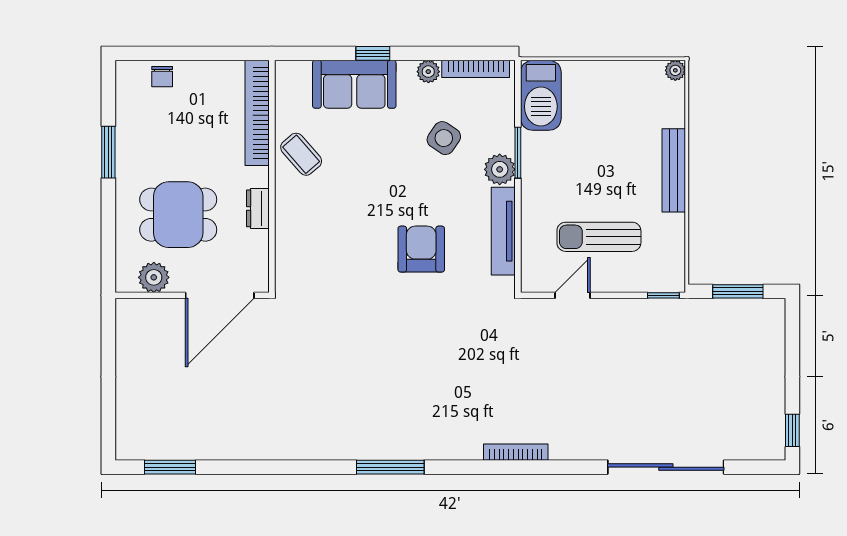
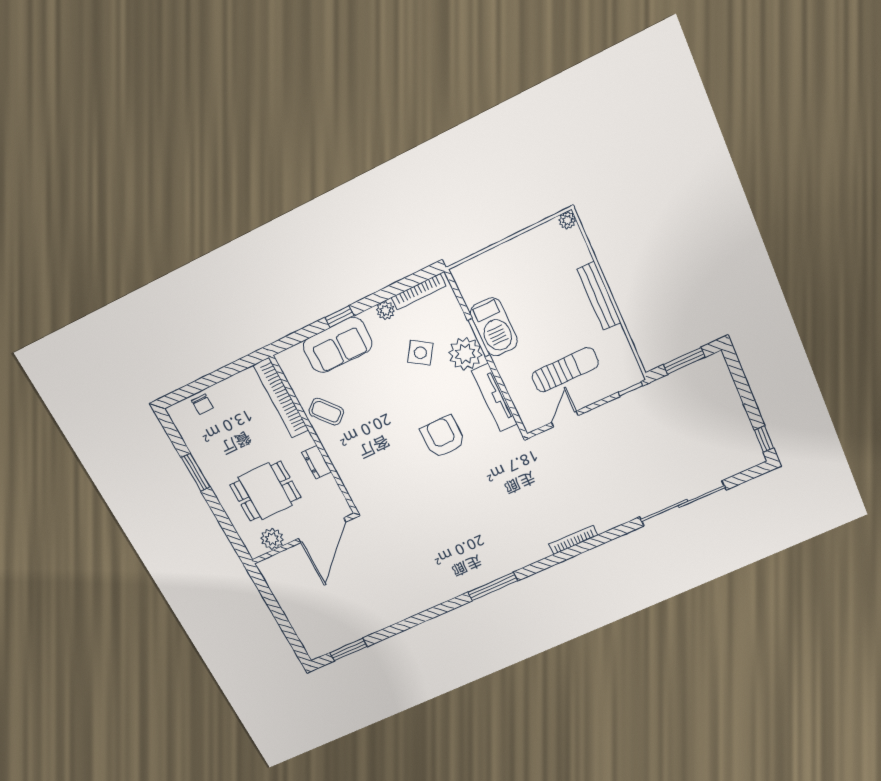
barbecue: (541, 95) -> (494, 327), moved
plant: (500, 169) -> (465, 354), width x1.36, depth x1.36
sun lounger: (599, 237) -> (565, 370), turned 180

